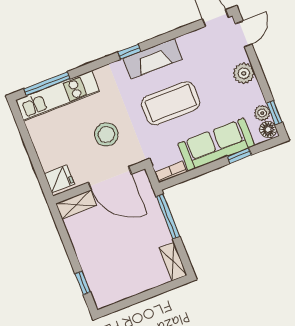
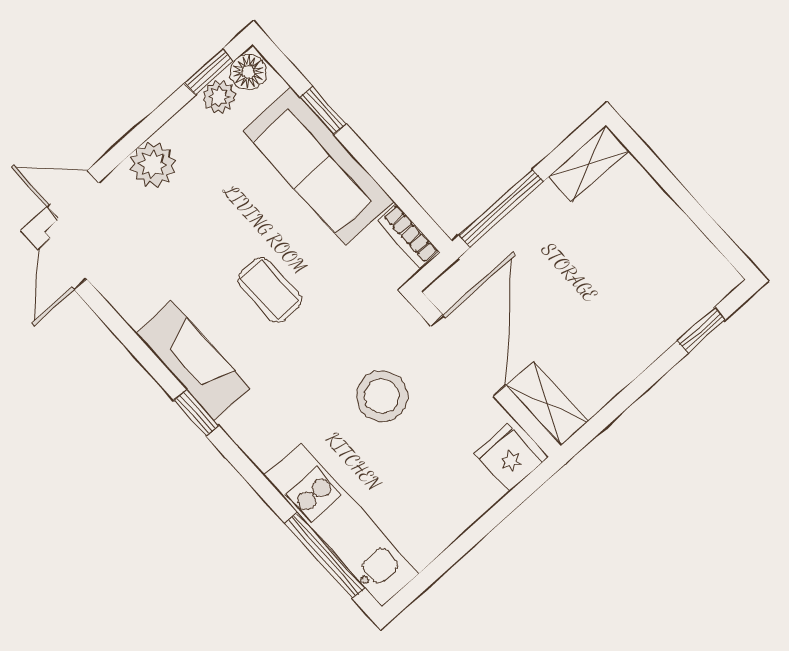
coffee table: (171, 103) -> (269, 290), width x0.54, depth x0.58

